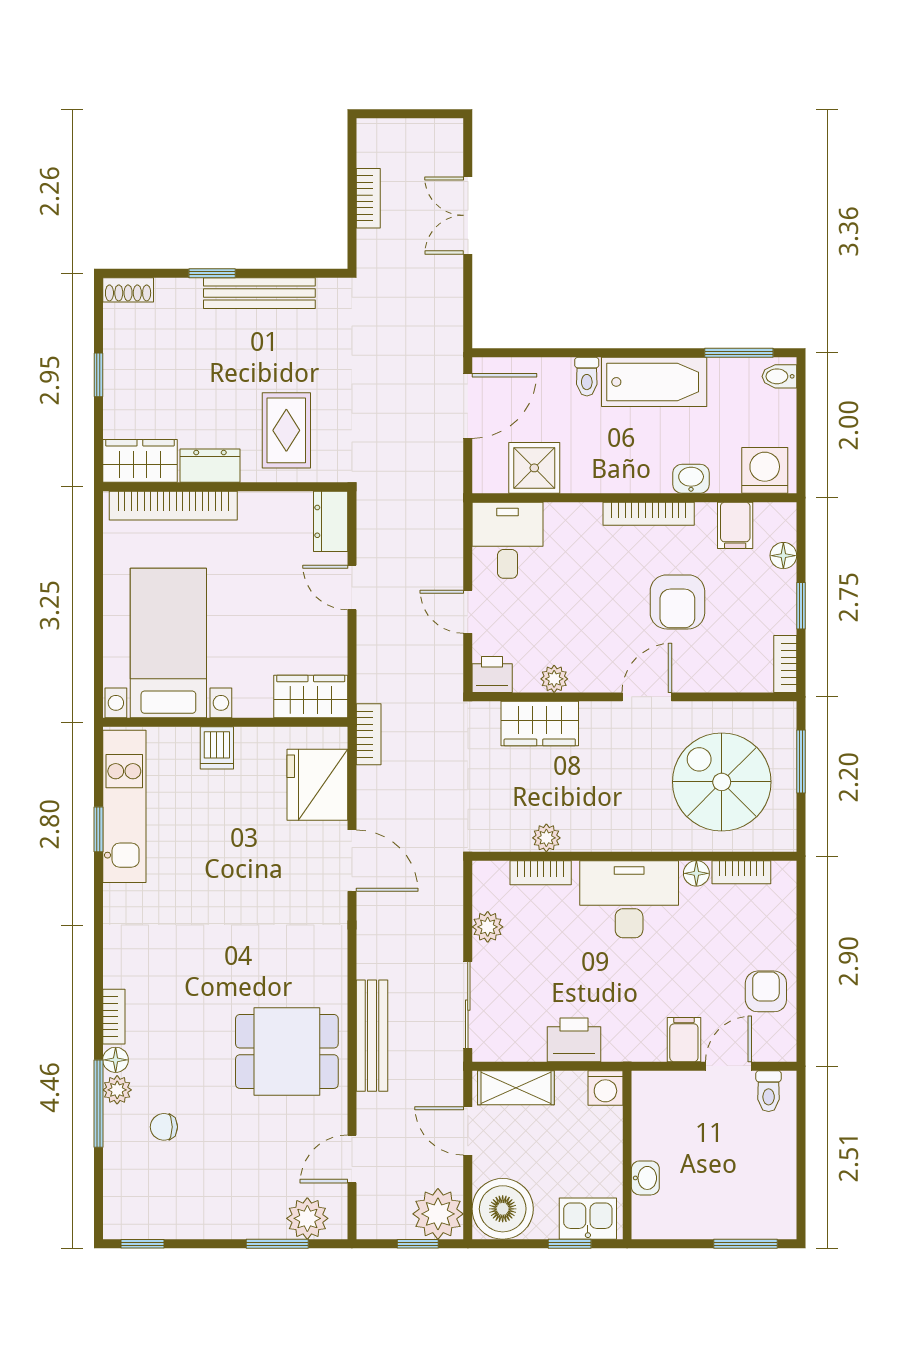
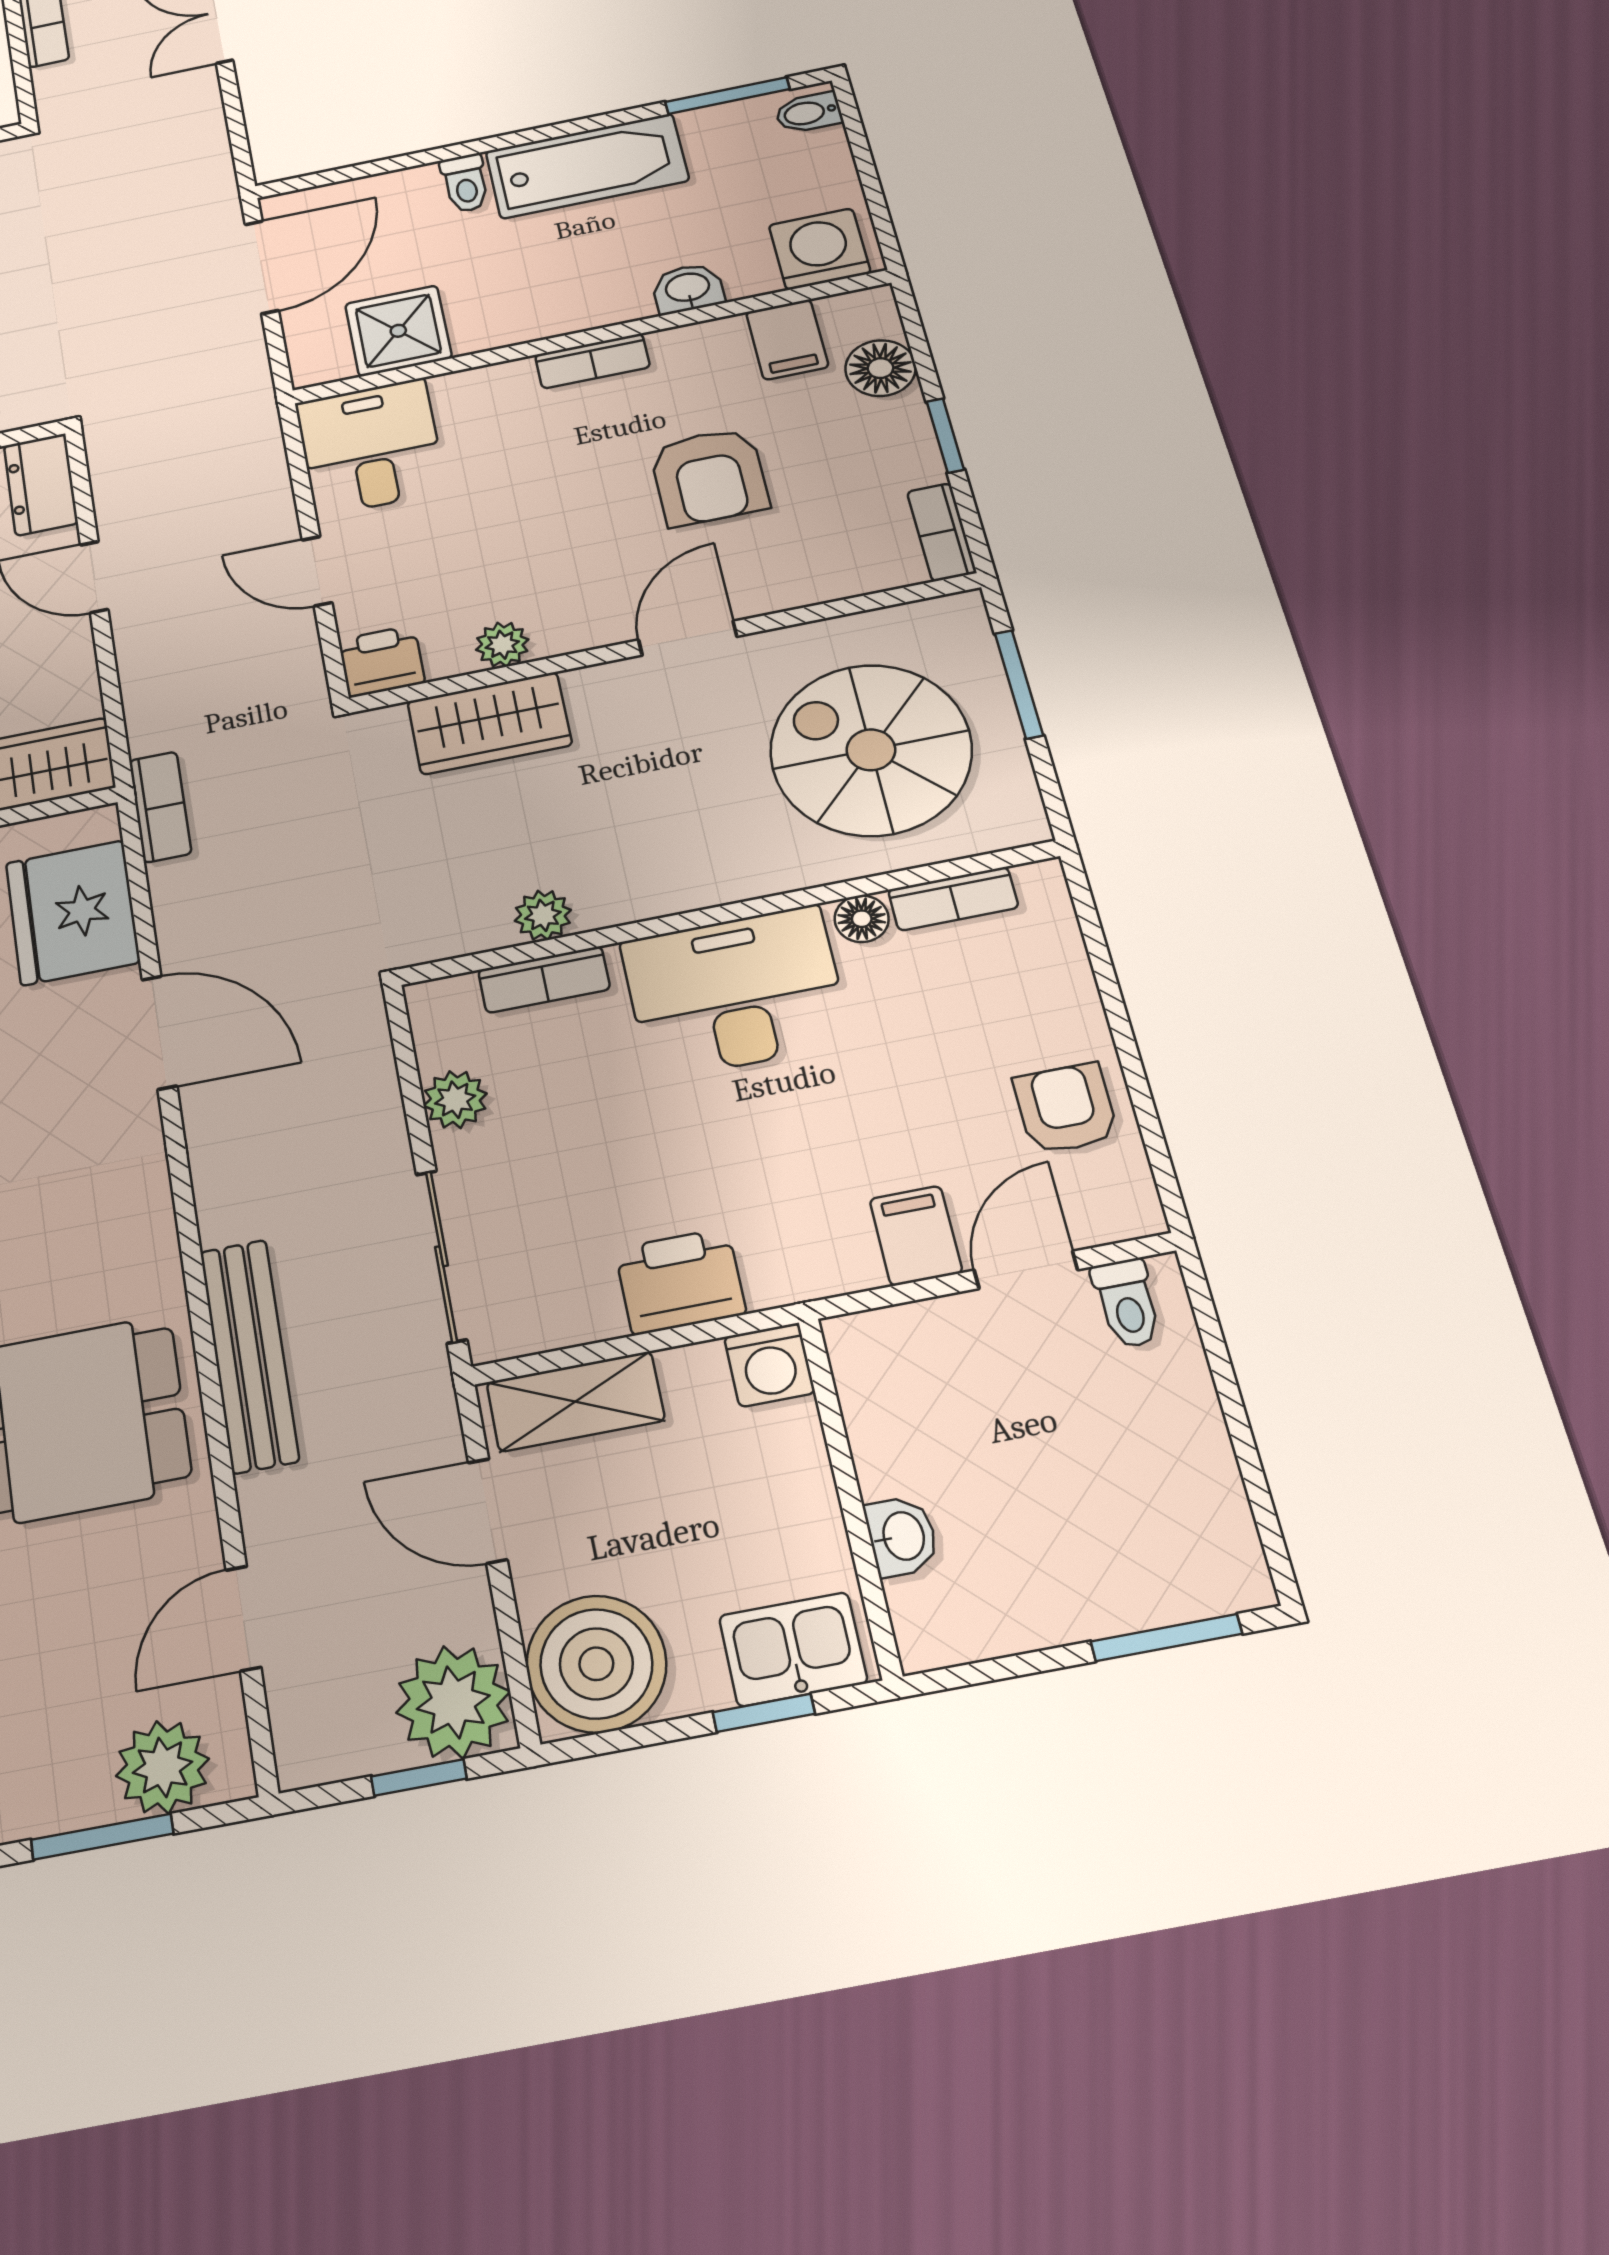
bookcase: (649, 514) -> (592, 361), width x0.64
floor lamp: (783, 556) -> (880, 368), width x1.37, depth x1.37

